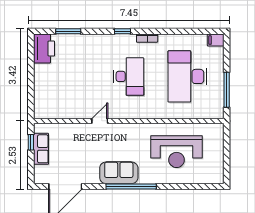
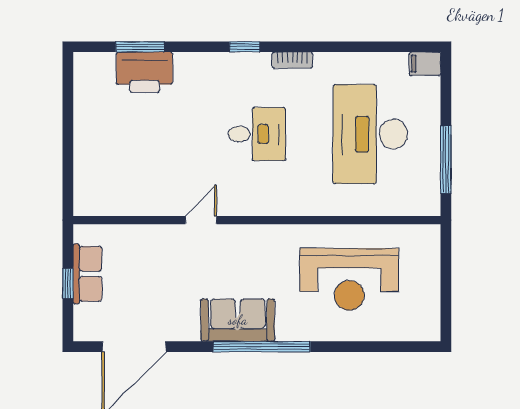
printer: (44, 49) -> (145, 72), moved, turned 90
desk: (129, 76) -> (257, 134), width x0.73
window: (31, 142) -> (68, 284), moved

